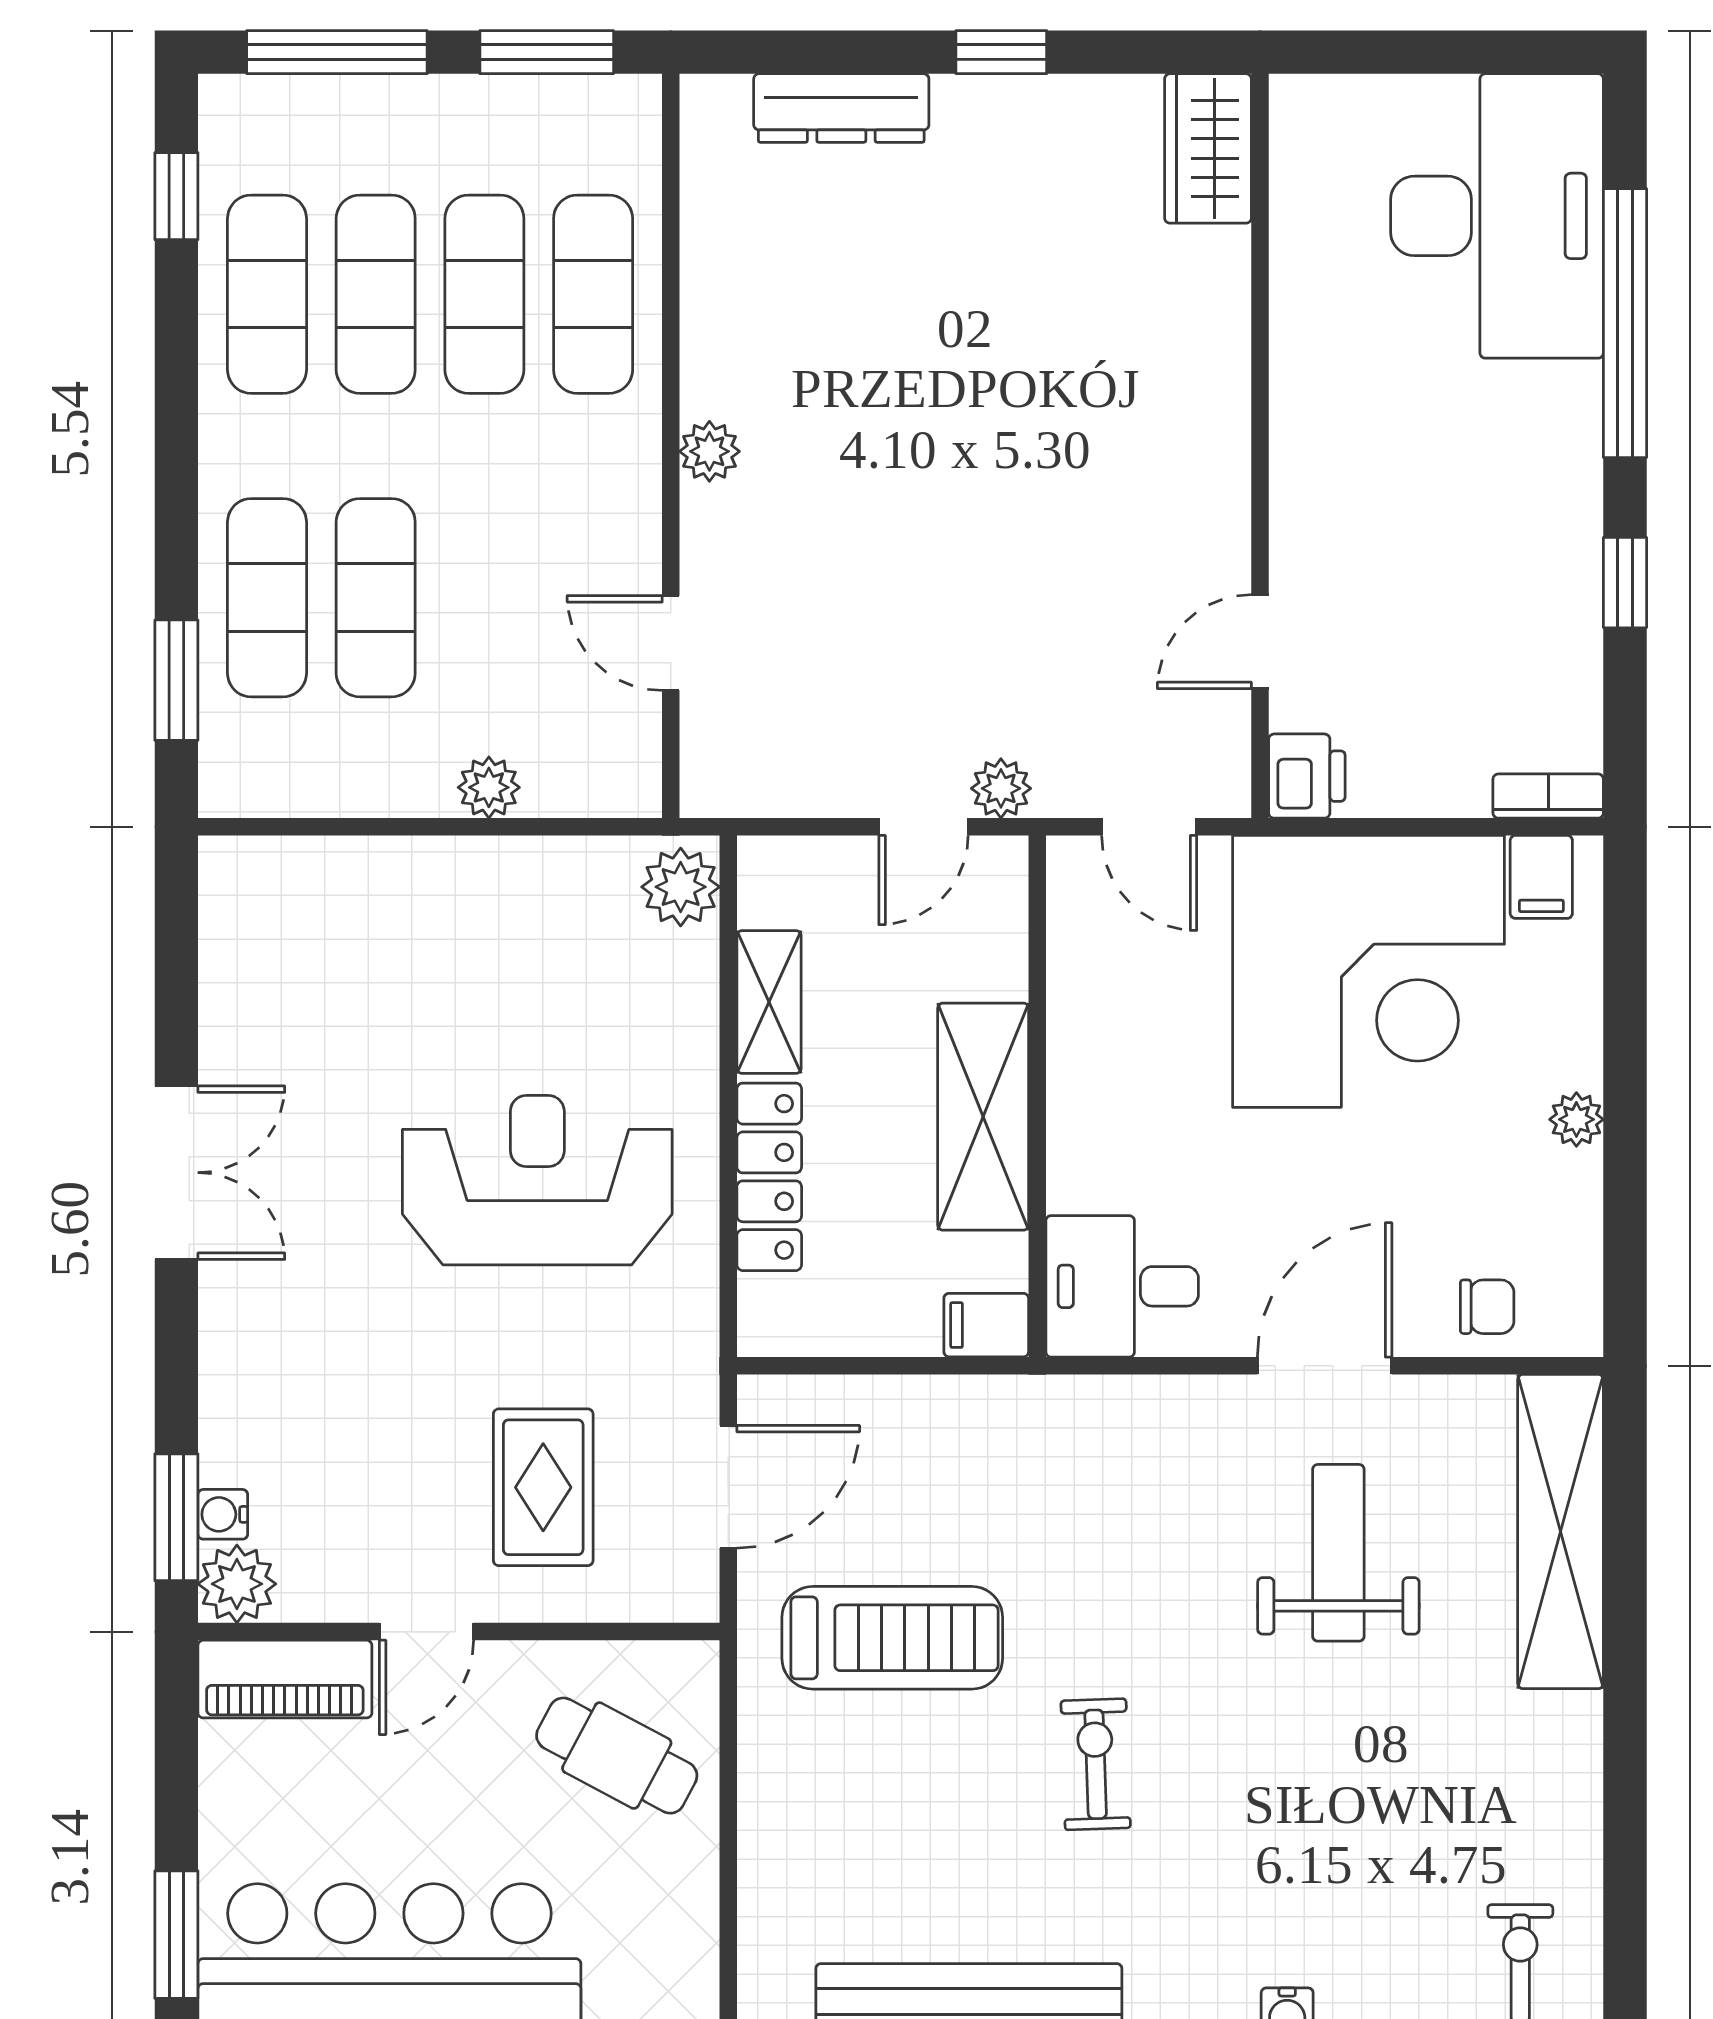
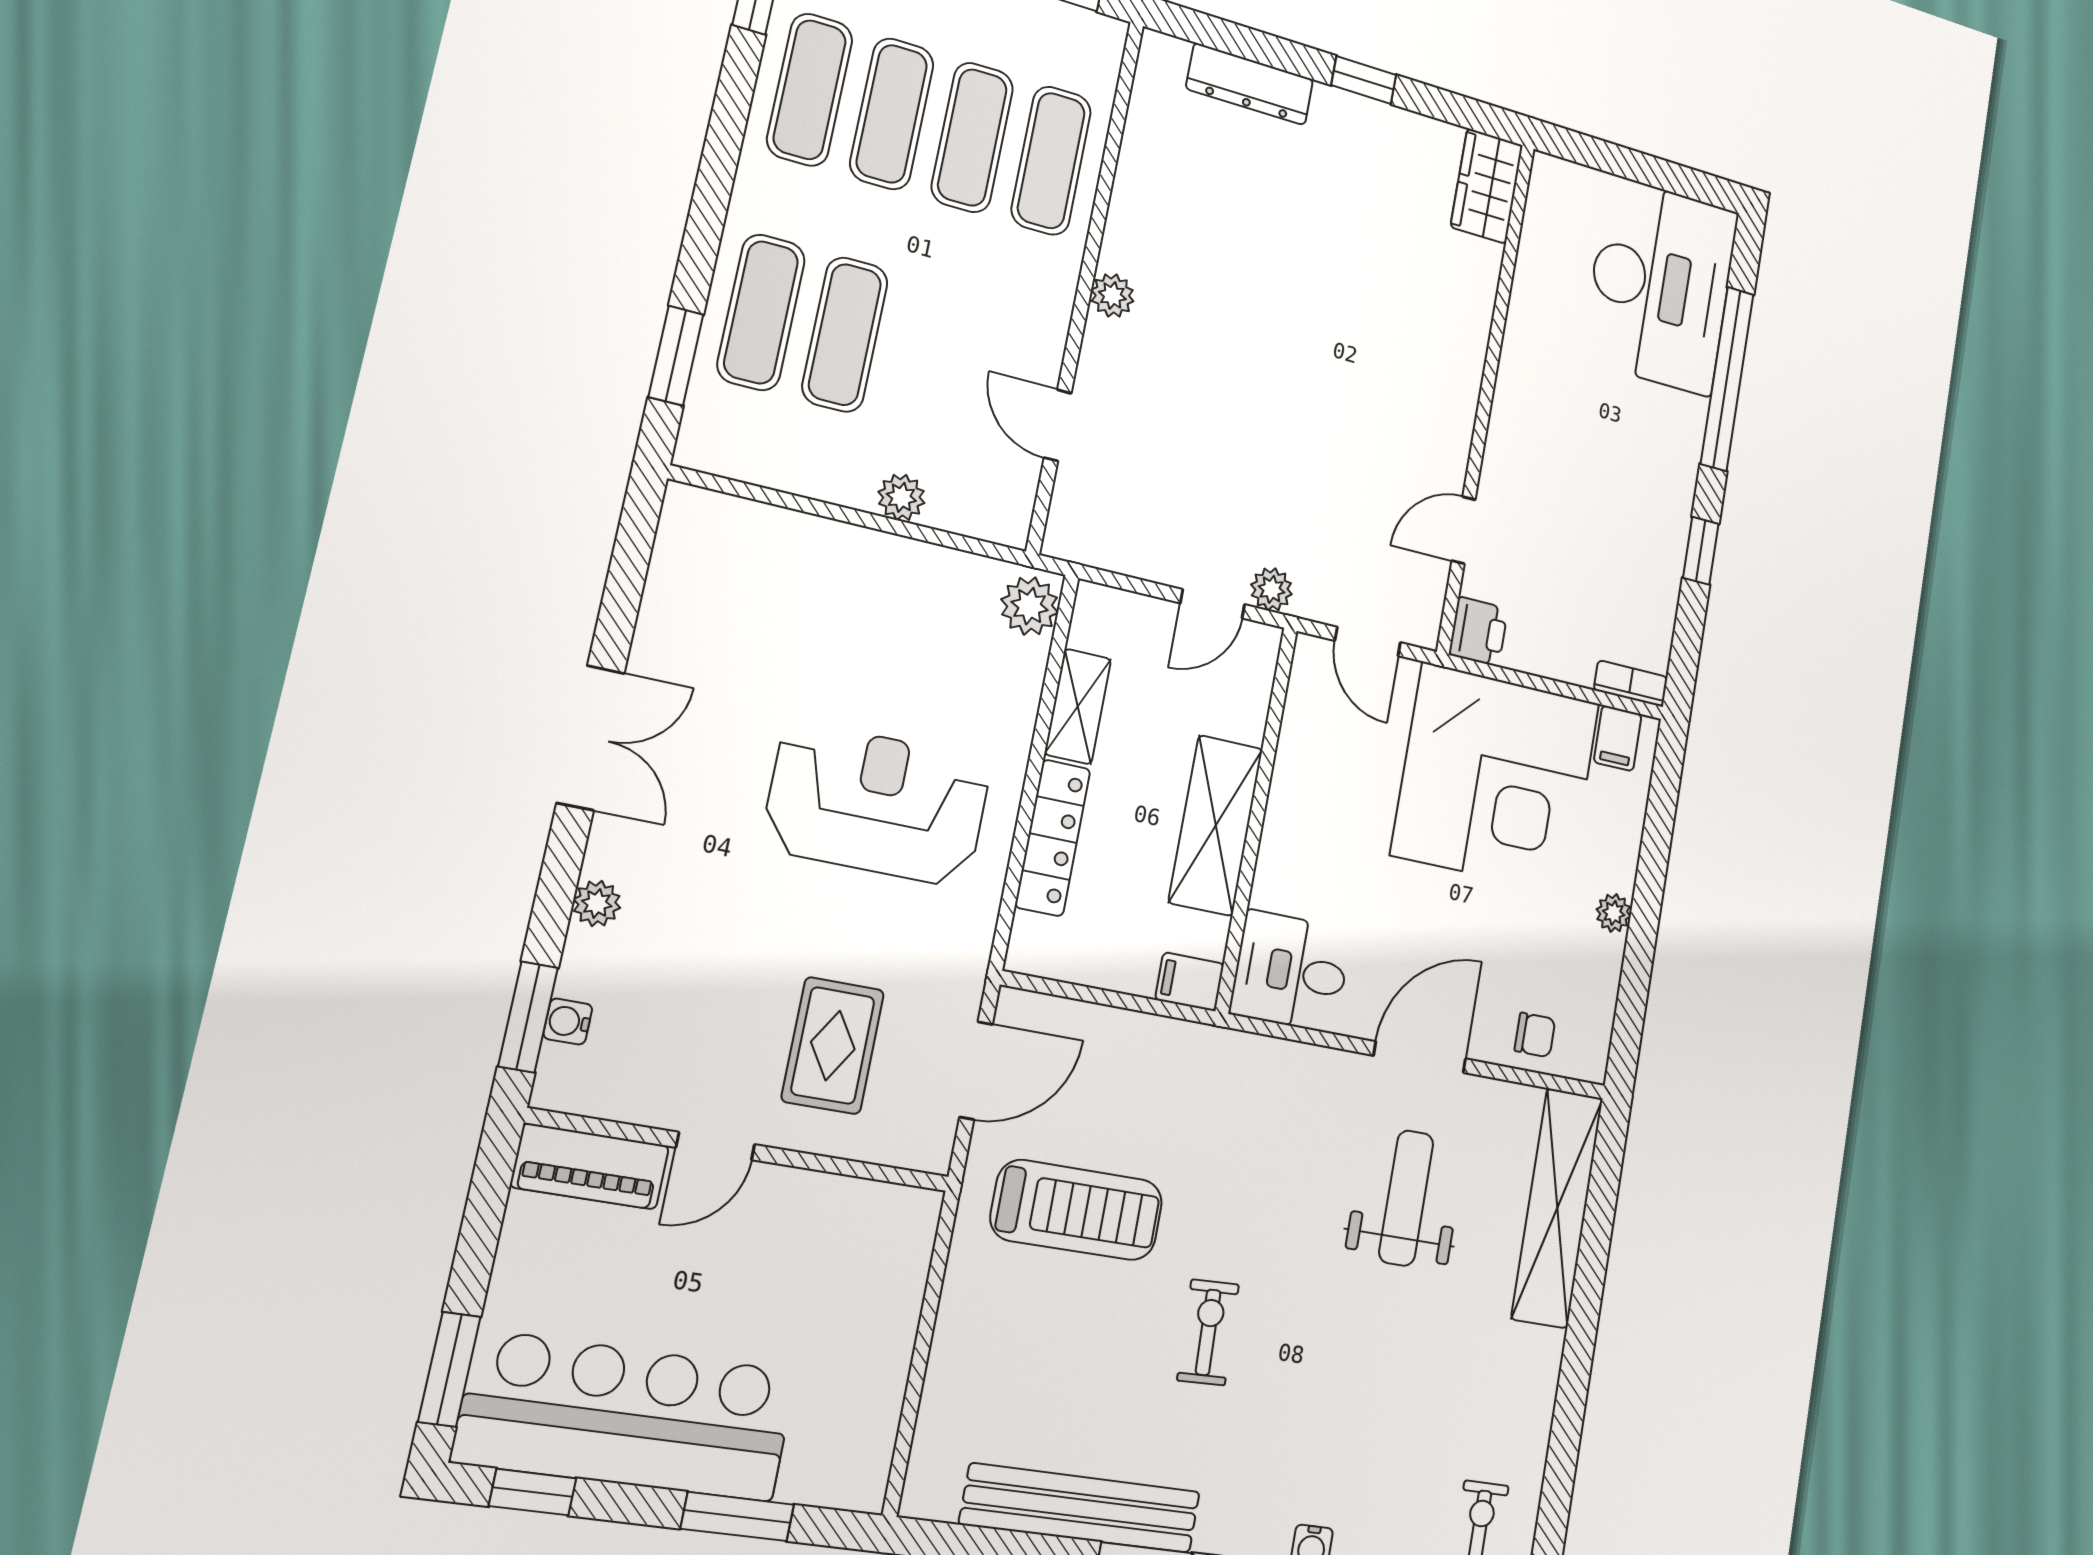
plant: (237, 1584) -> (597, 903), moved, width x0.73, depth x0.73
cafe table: (617, 1756) -> (847, 1271), removed

